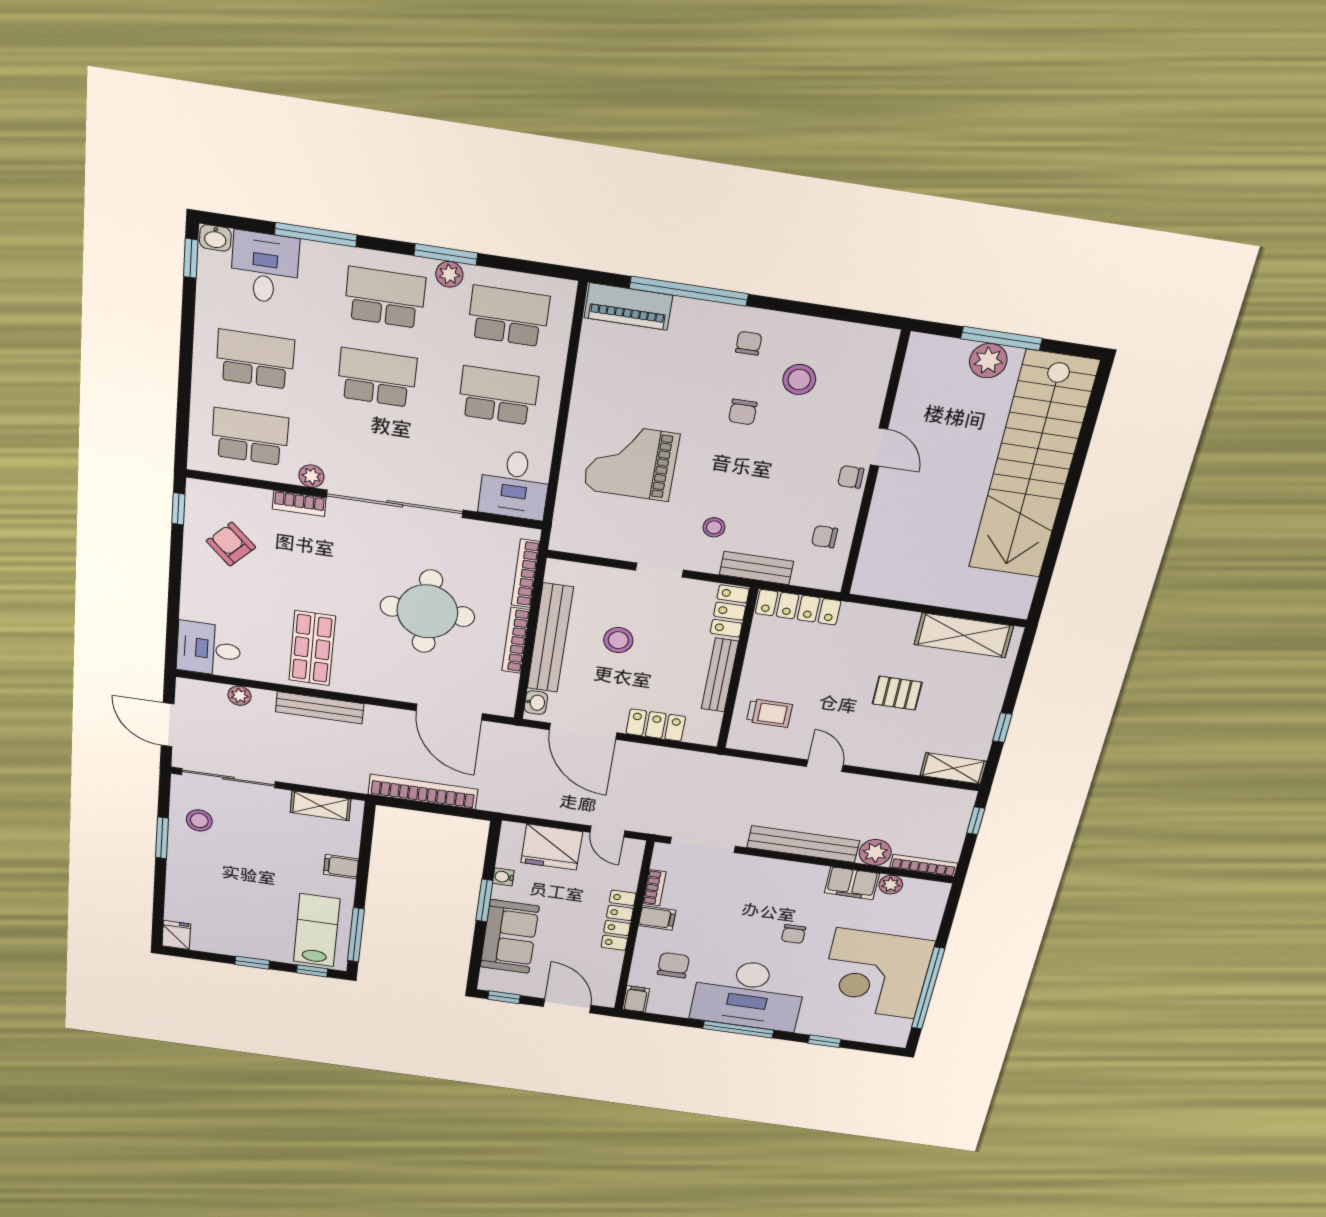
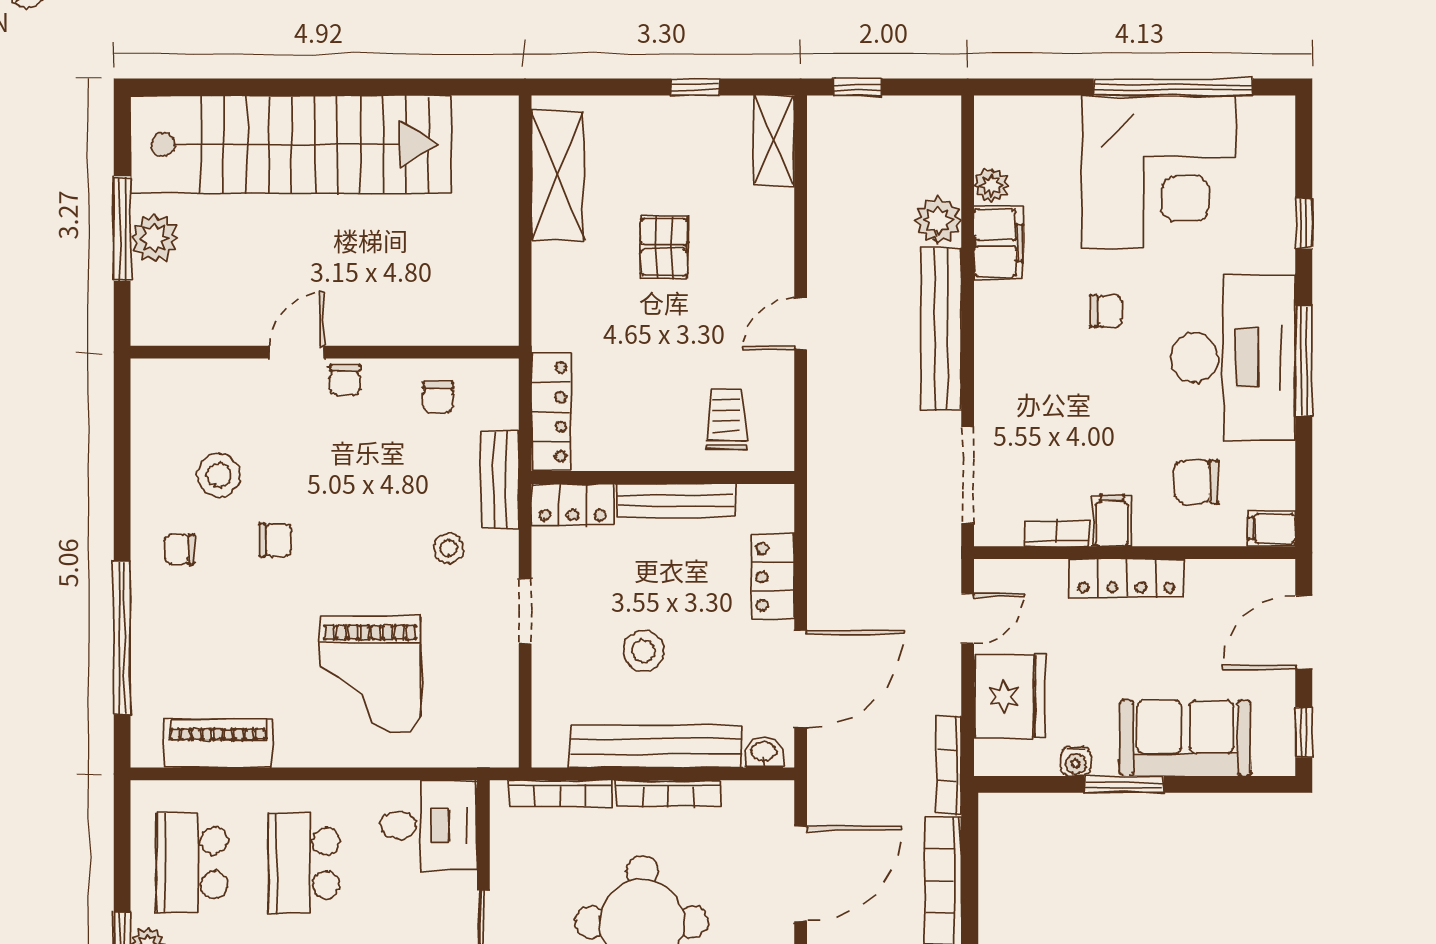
piano: (628, 306) -> (218, 743), moved, turned -90
bookcase: (924, 865) -> (949, 765), moved

